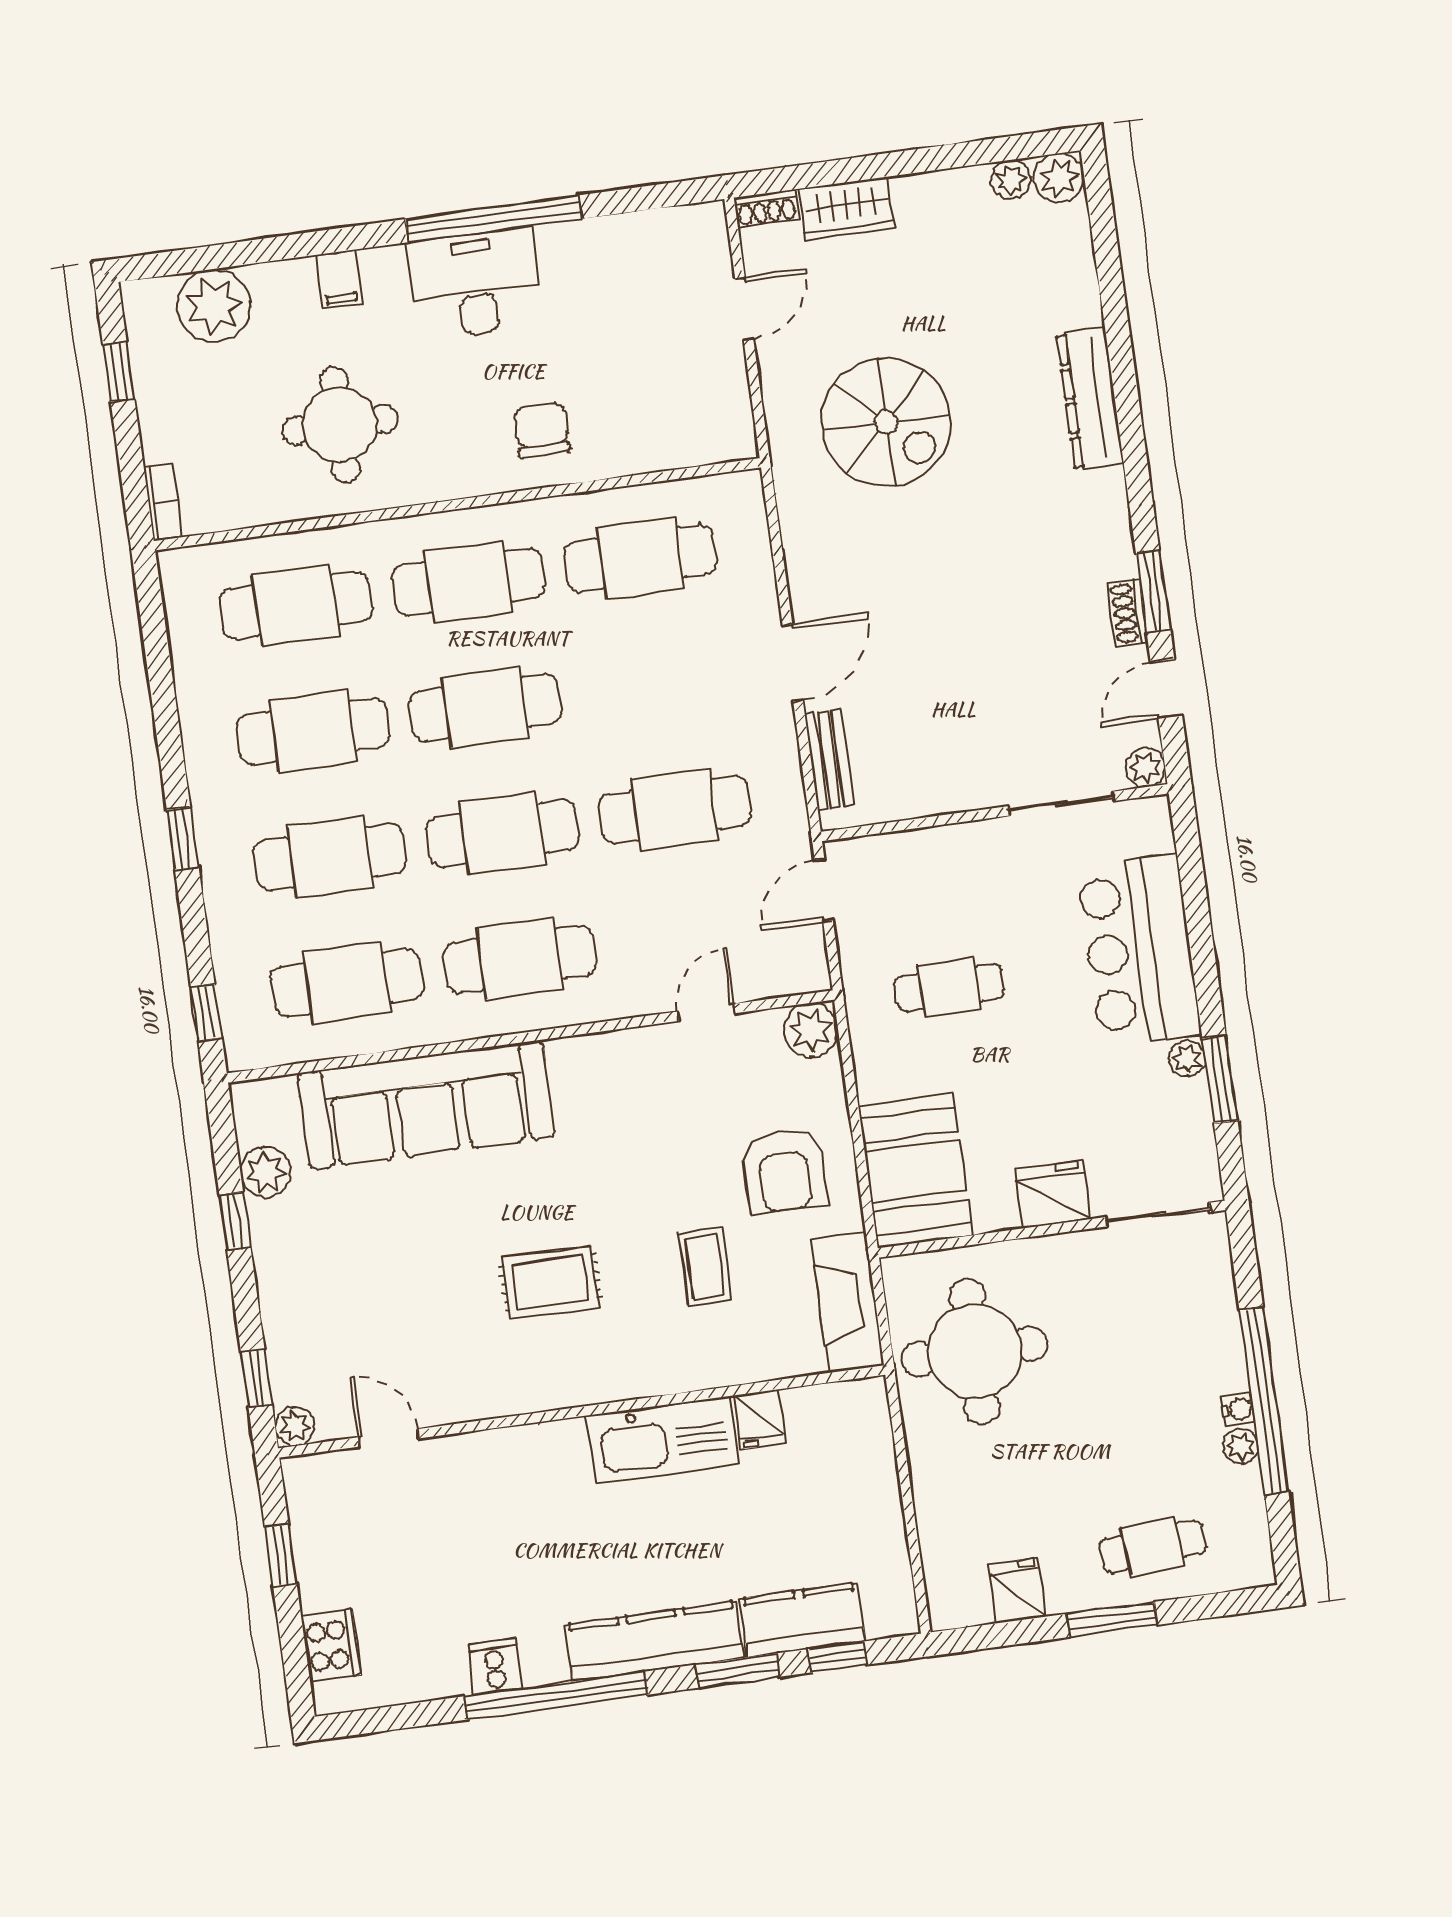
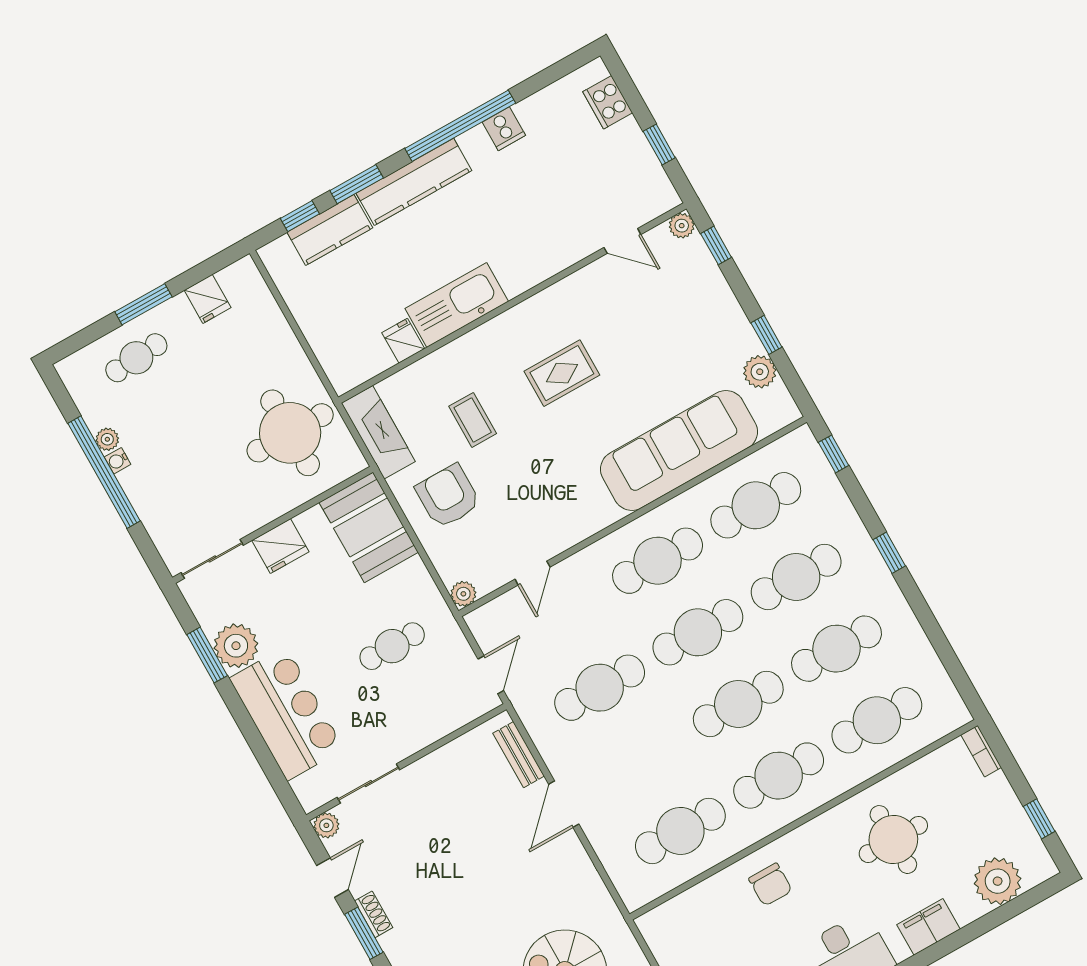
filing cabinet: (339, 279) -> (929, 927), width x2.00
plant: (811, 1030) -> (463, 594), width x0.73, depth x0.73
plant: (1187, 1059) -> (236, 646), width x1.88, depth x1.88

